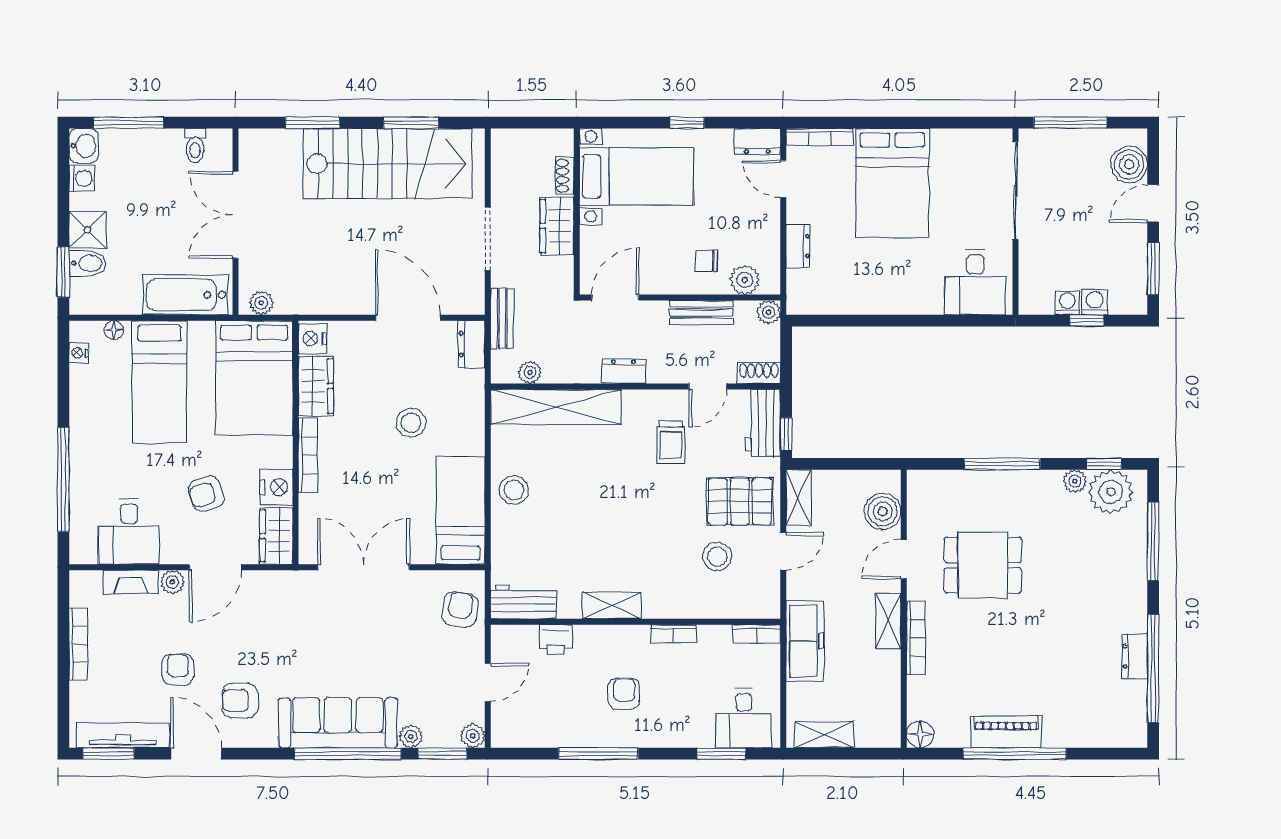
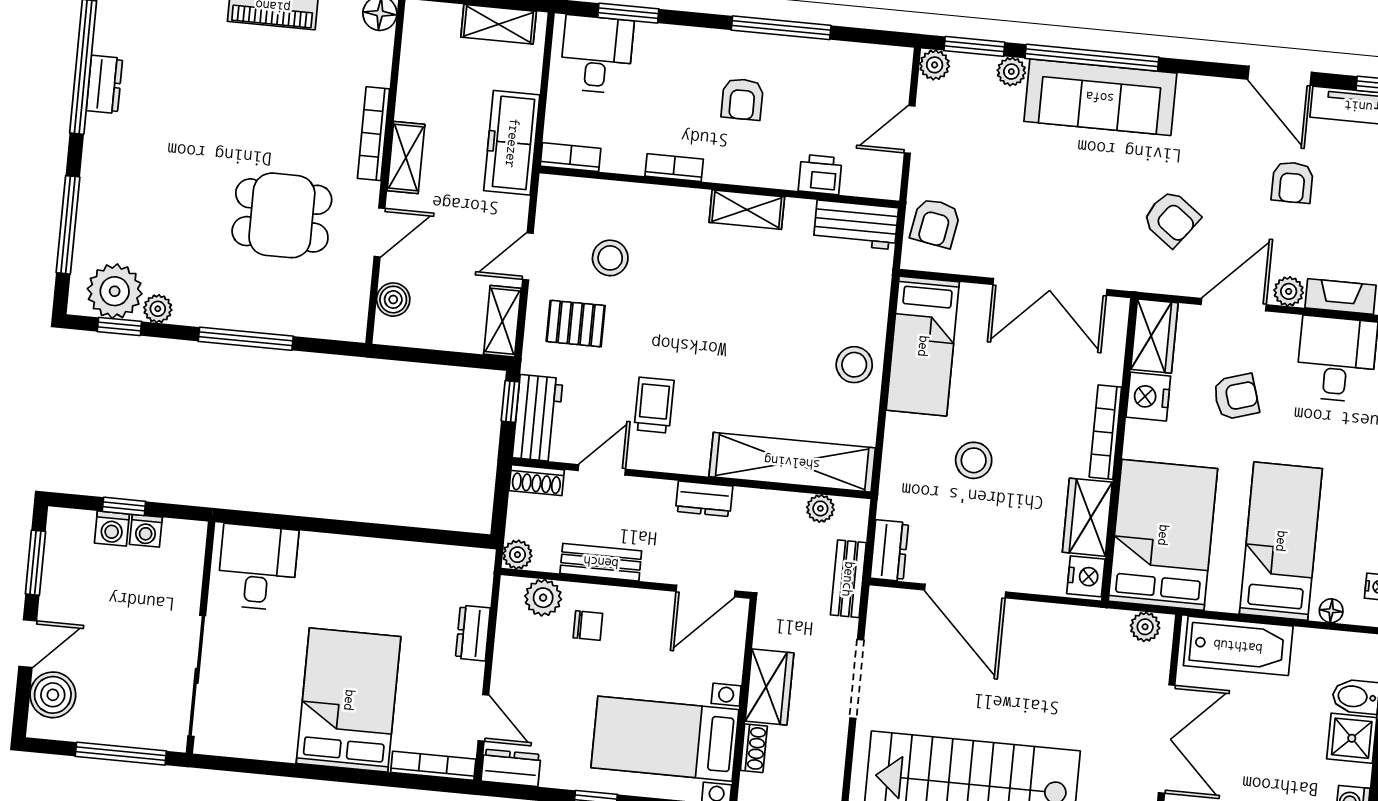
pallet: (740, 501) -> (576, 324), width x0.67, depth x0.71
boiler: (883, 511) -> (393, 300), width x0.73, depth x0.73
armchair: (240, 701) -> (1171, 219), moved, turned 37

